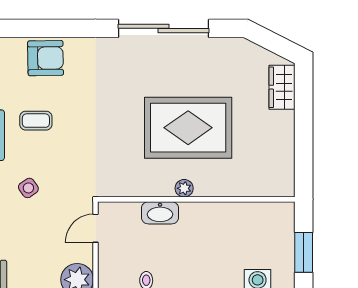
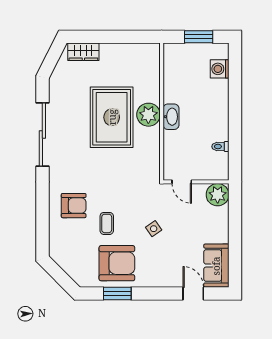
armchair: (46, 58) -> (74, 206), moved, turned 91
plant: (184, 188) -> (148, 115), width x1.88, depth x1.88
washbasin: (160, 213) -> (171, 117), moved

